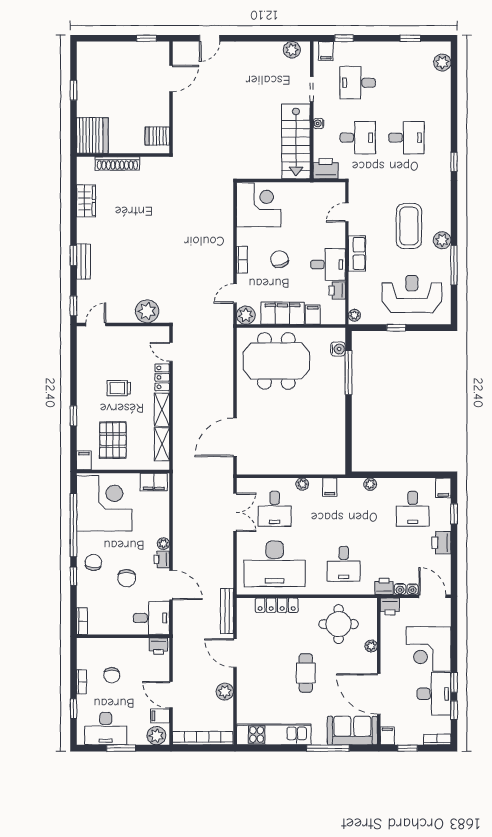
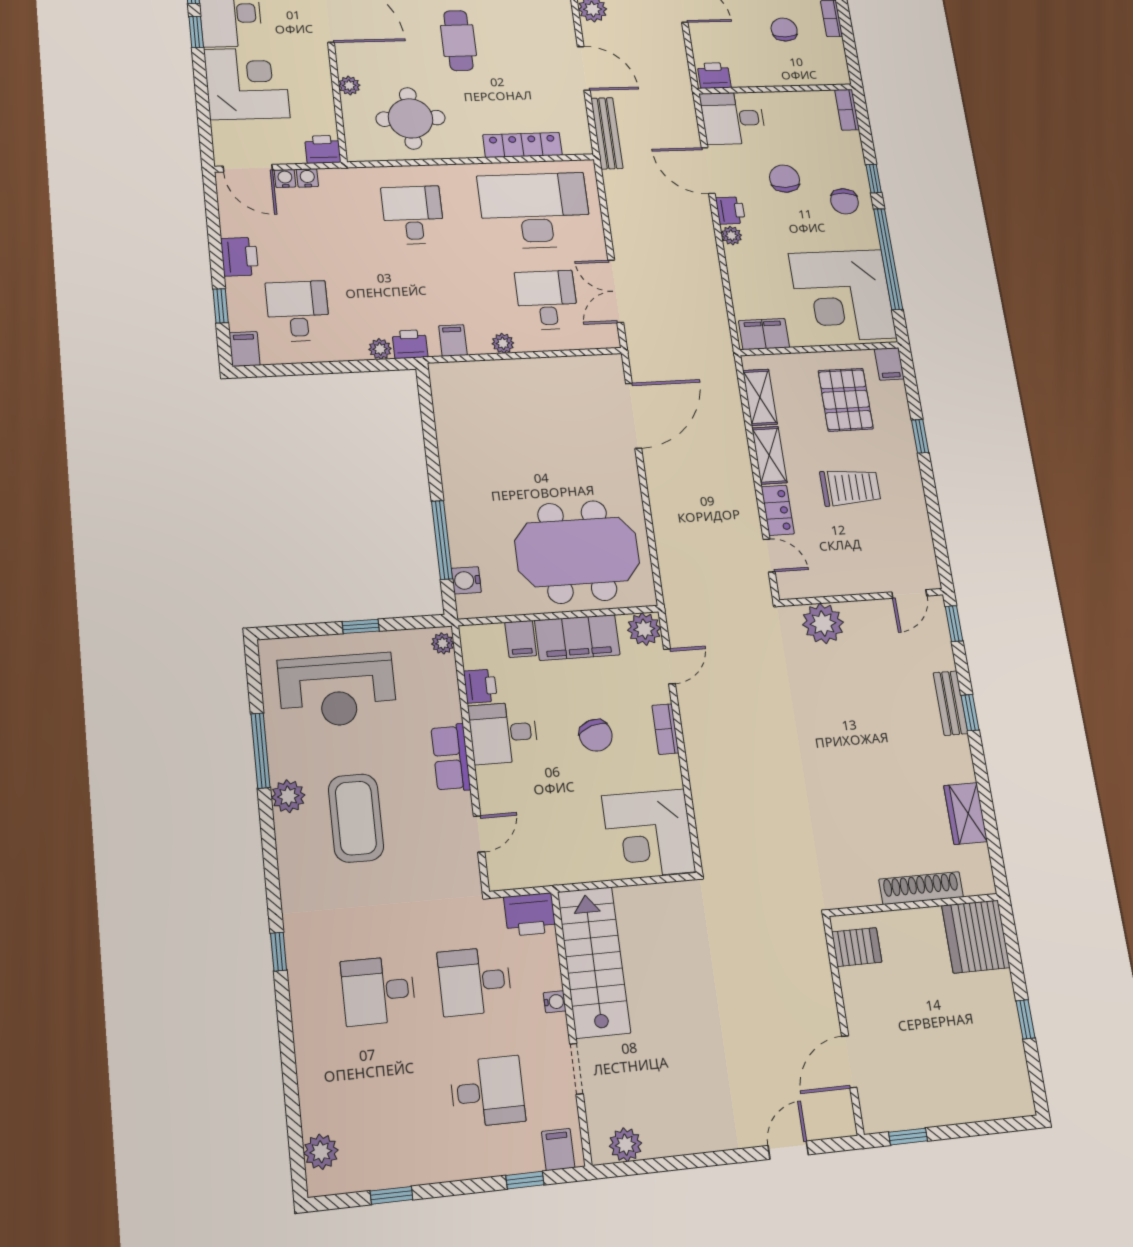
trolley: (119, 388) -> (850, 487), width x1.36, depth x1.39
printer: (384, 586) -> (410, 344), moved, turned 180

